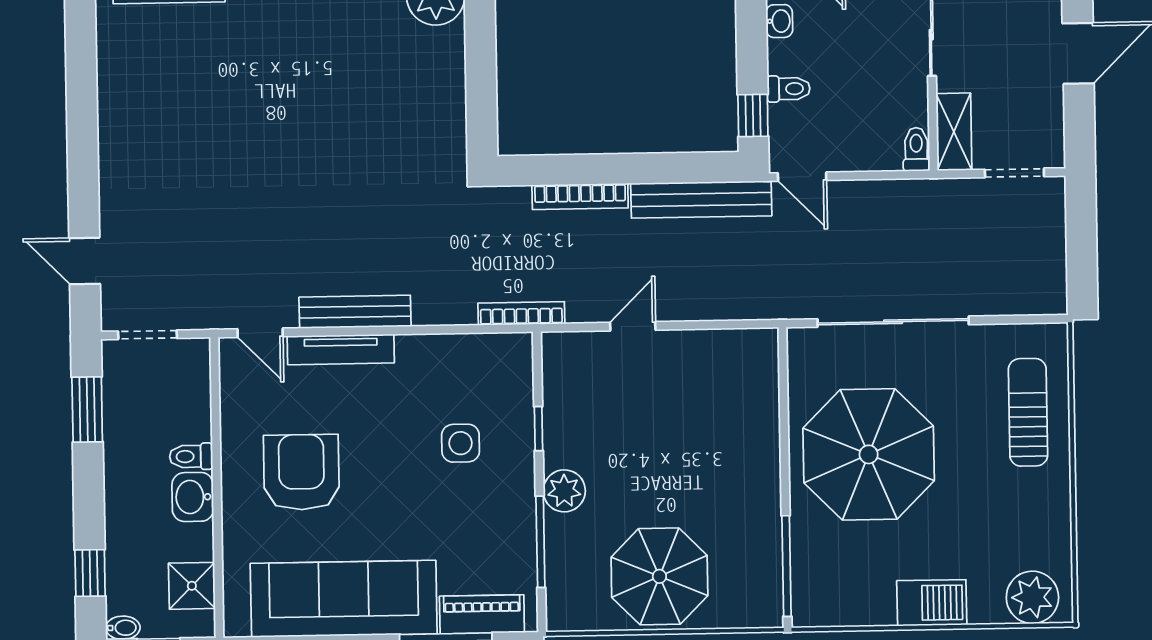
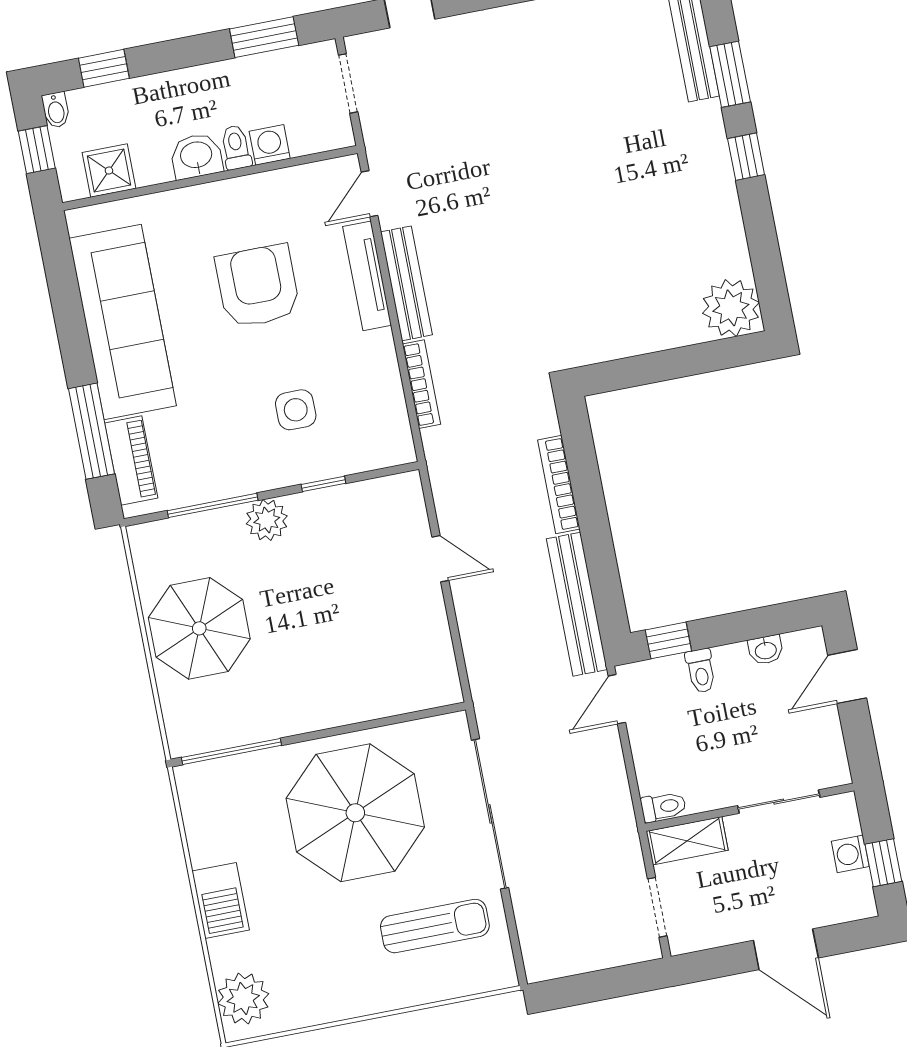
bookcase: (521, 313) -> (421, 384), moved
sun lounger: (1028, 412) -> (435, 926), moved
washing machine: (195, 423) -> (270, 145), added
armchair: (301, 472) -> (258, 286), moved, turned -90

